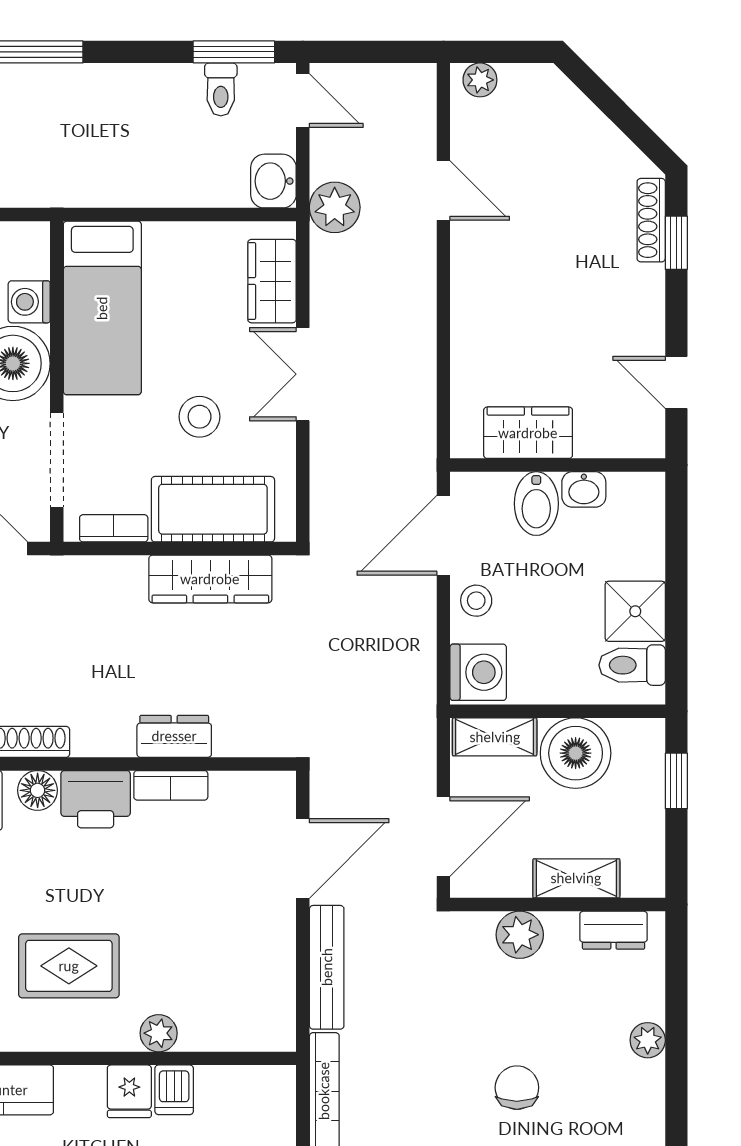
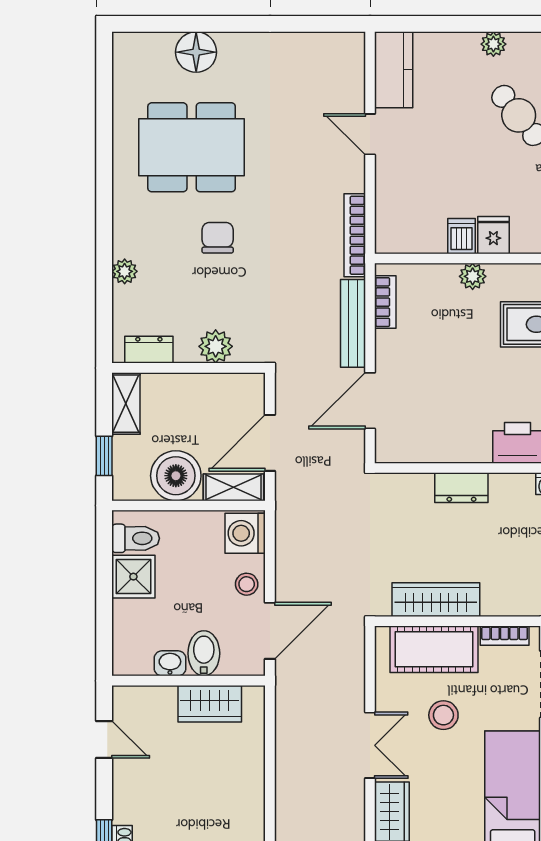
bookcase: (171, 785) -> (385, 302), moved, turned 90
door: (443, 837) -> (270, 443), moved
shelving: (576, 878) -> (126, 404), moved, turned 90
chair: (517, 1088) -> (218, 238), turned 180

